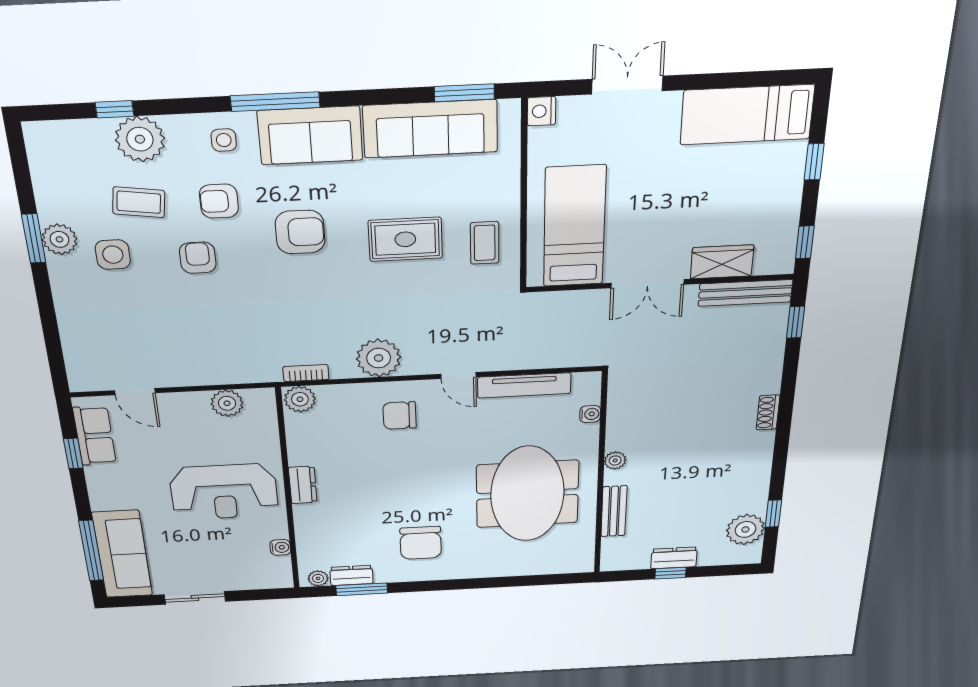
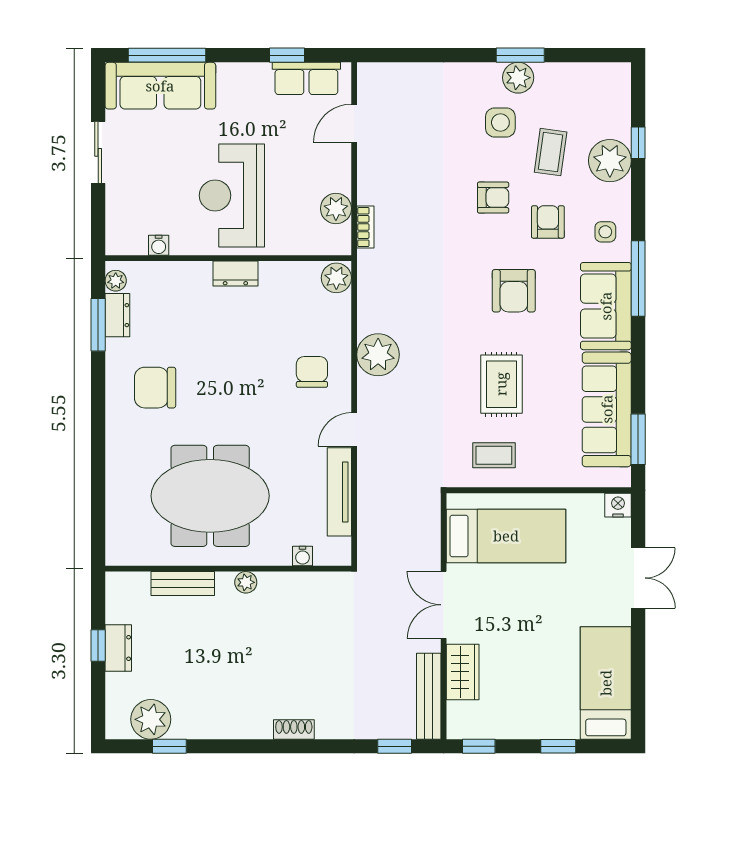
bookcase: (306, 373) -> (365, 227), moved

